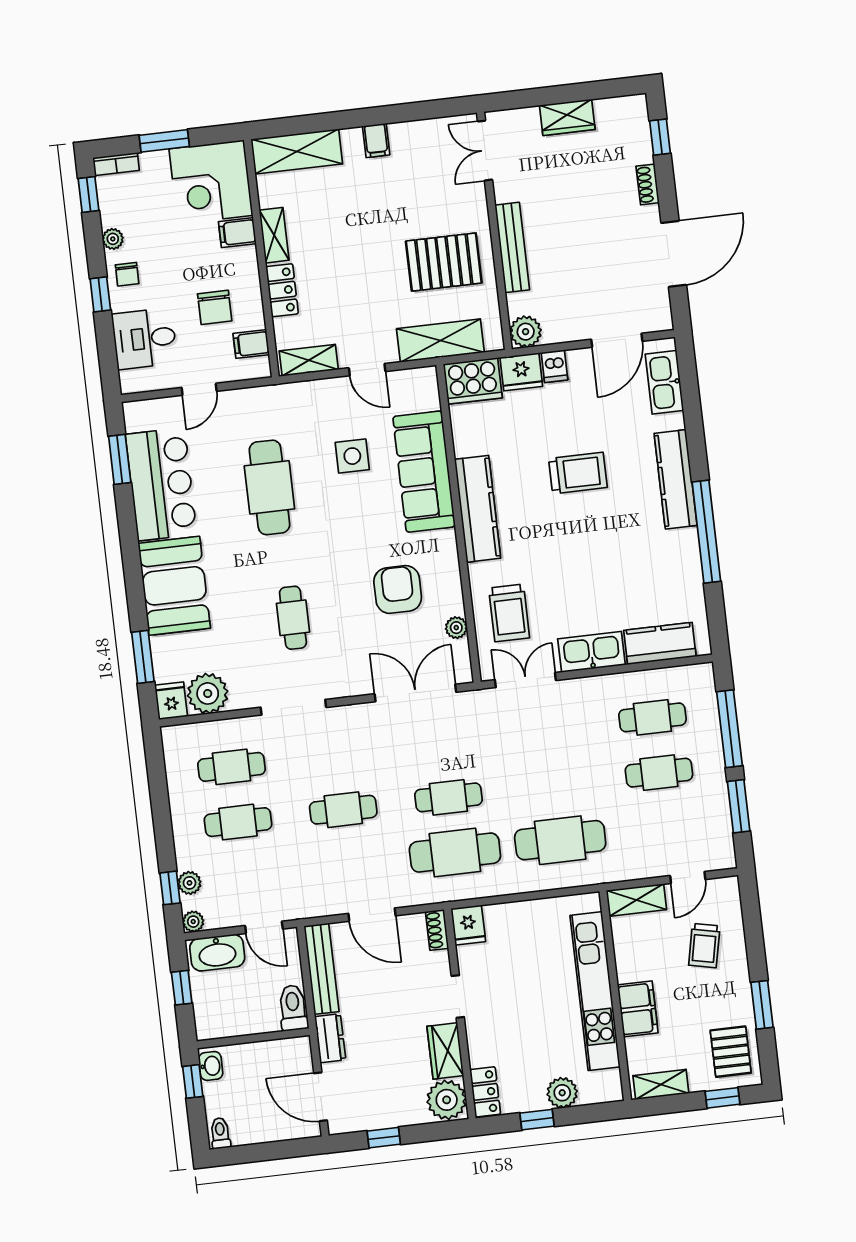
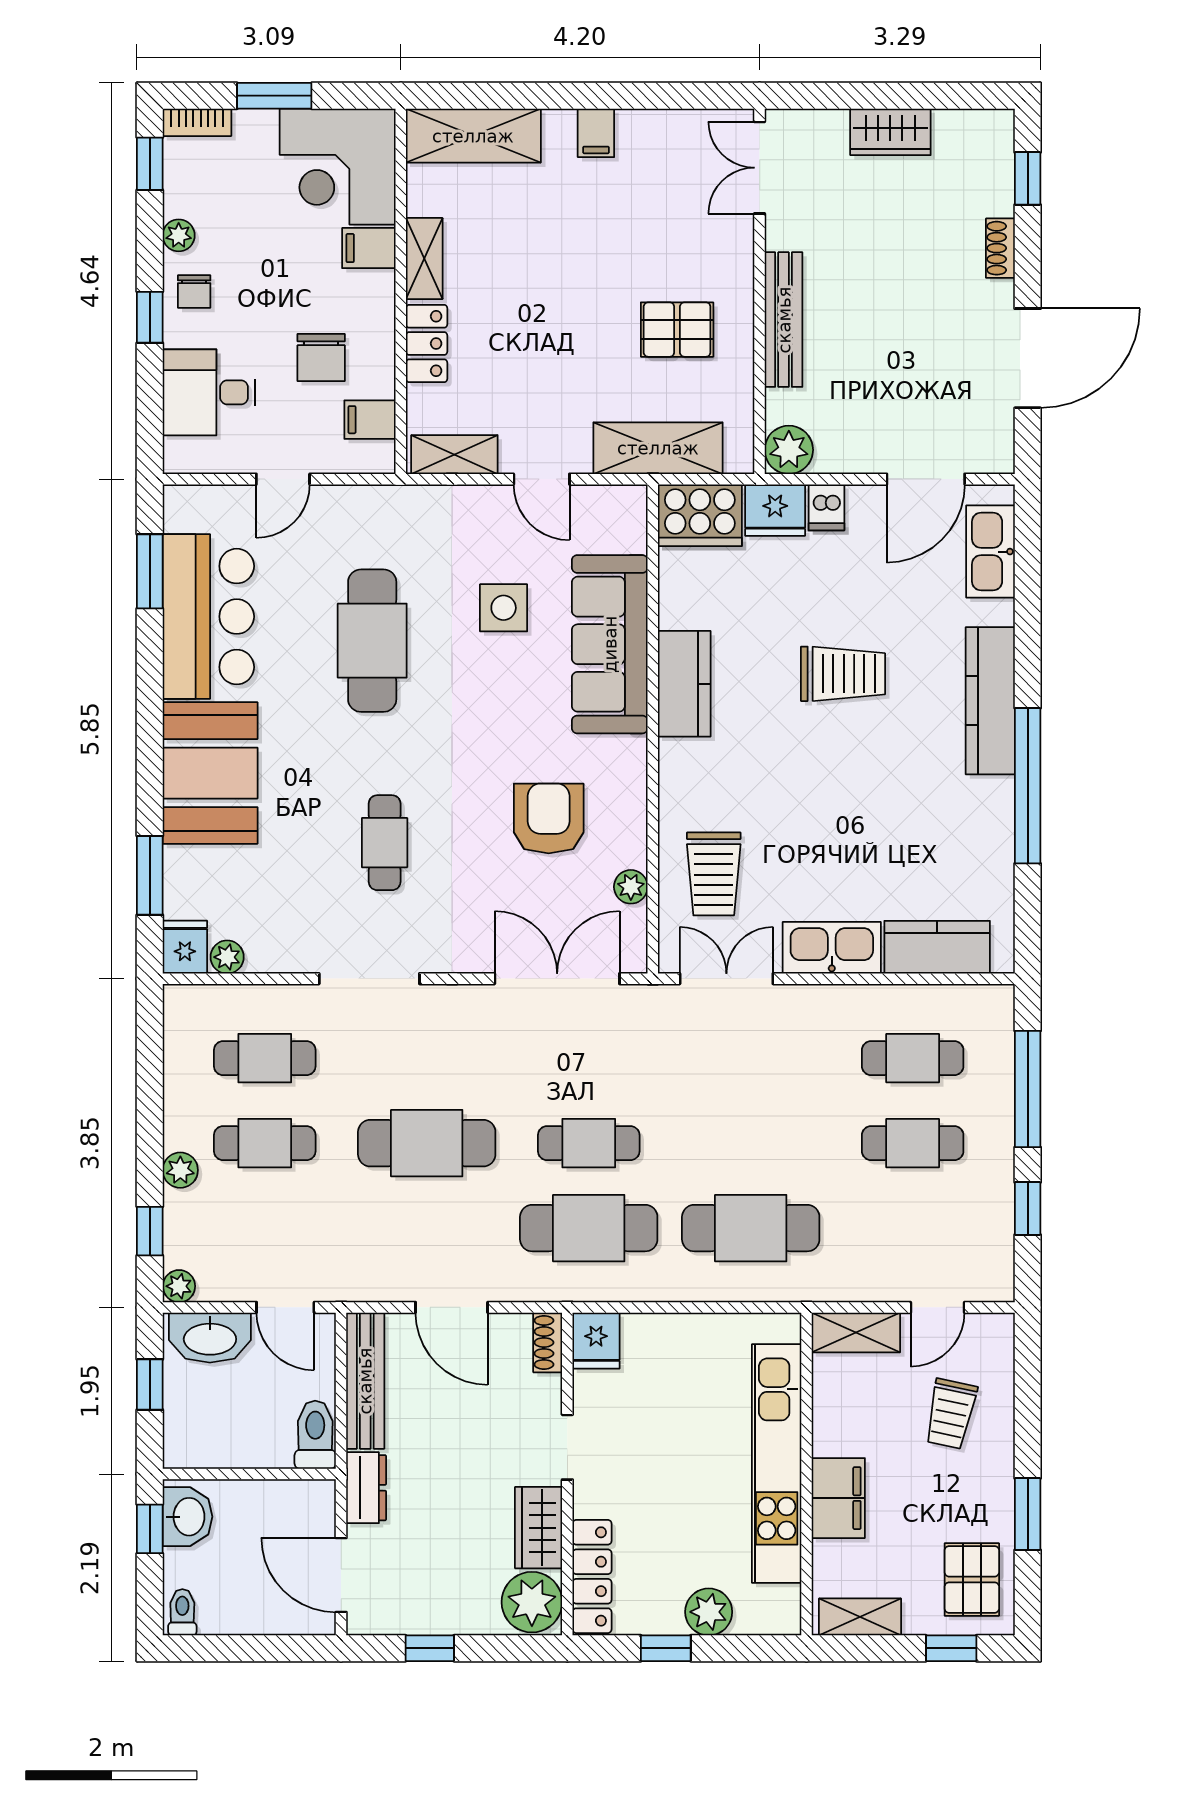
pallet: (444, 262) -> (677, 330), width x0.67, depth x0.71
kitchen counter: (478, 509) -> (684, 684), width x0.67
plant: (208, 693) -> (227, 957), width x0.53, depth x0.53
window: (739, 806) -> (1028, 1208), width x0.67
cafe table: (343, 810) -> (427, 1143), width x1.37, depth x1.35
plant: (190, 883) -> (180, 1170), moved
washbasin: (211, 1066) -> (188, 1517), width x1.38, depth x1.45
locker: (485, 1092) -> (592, 1576), width x1.53

